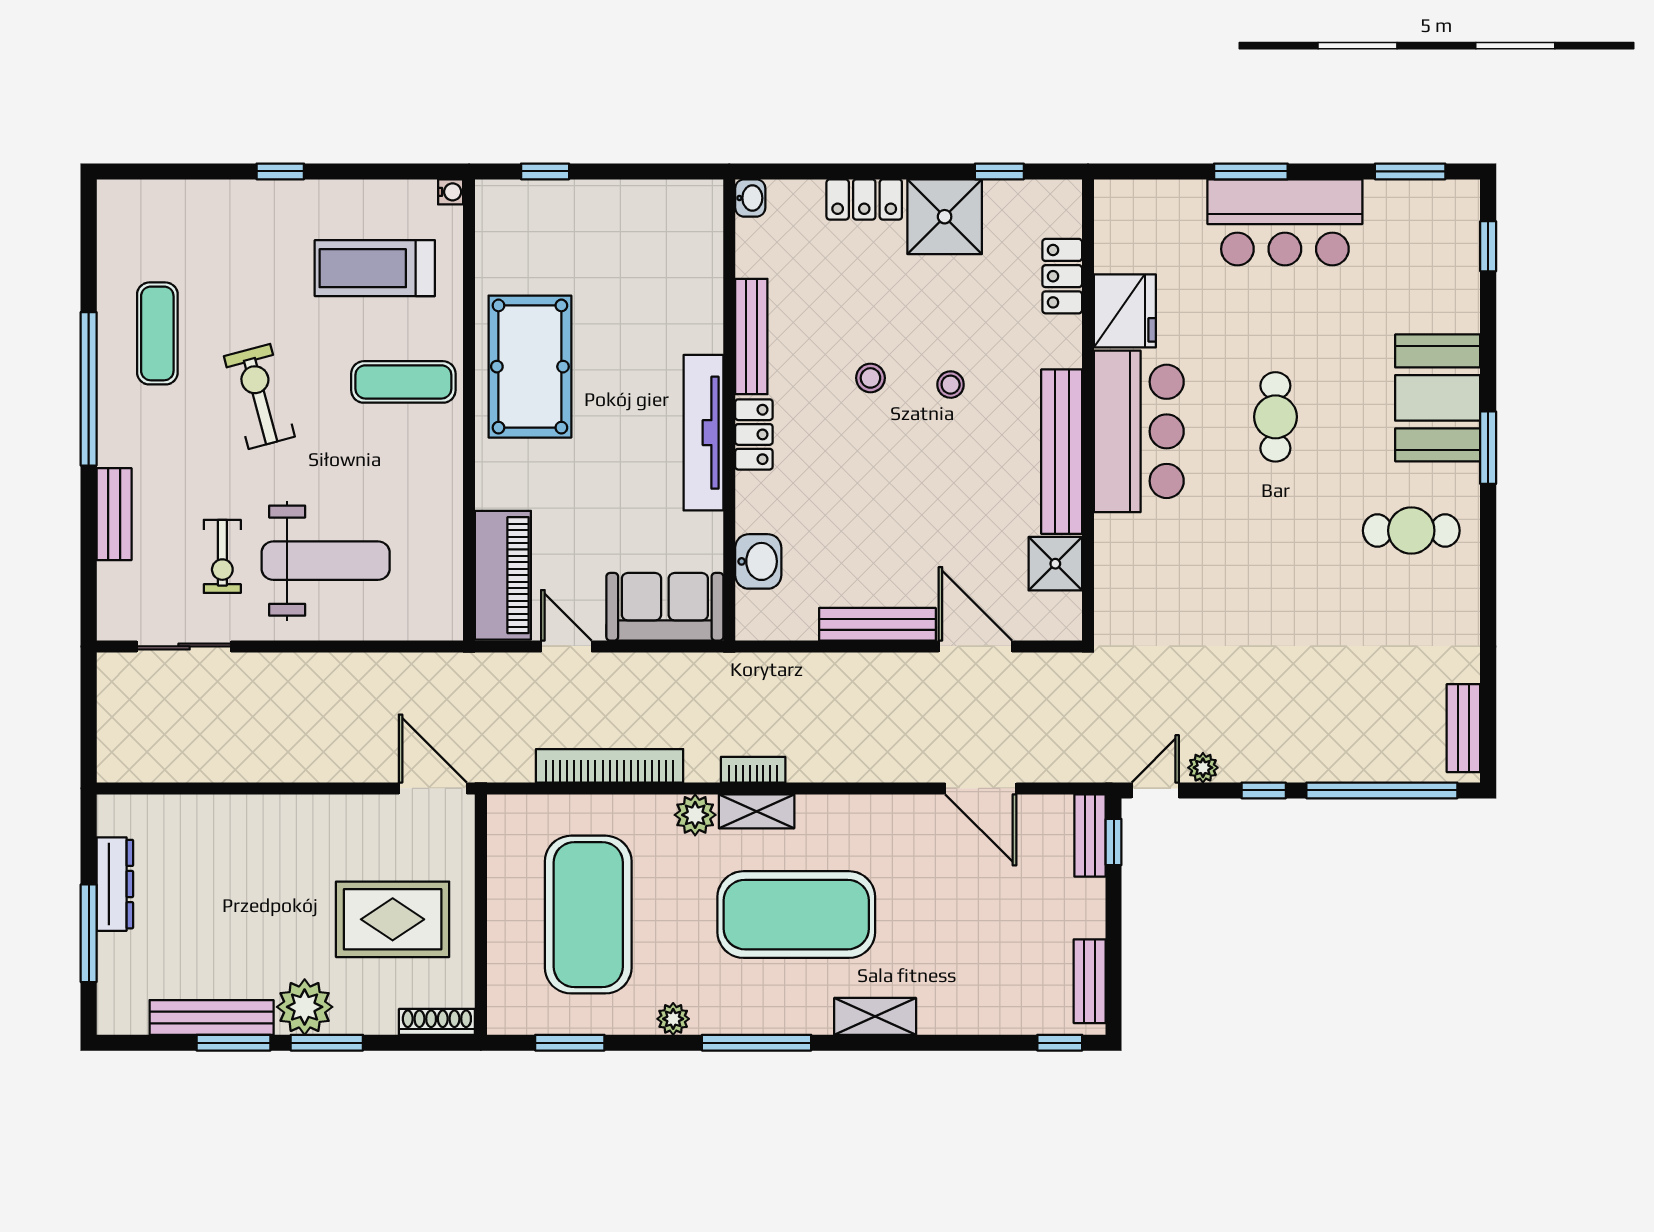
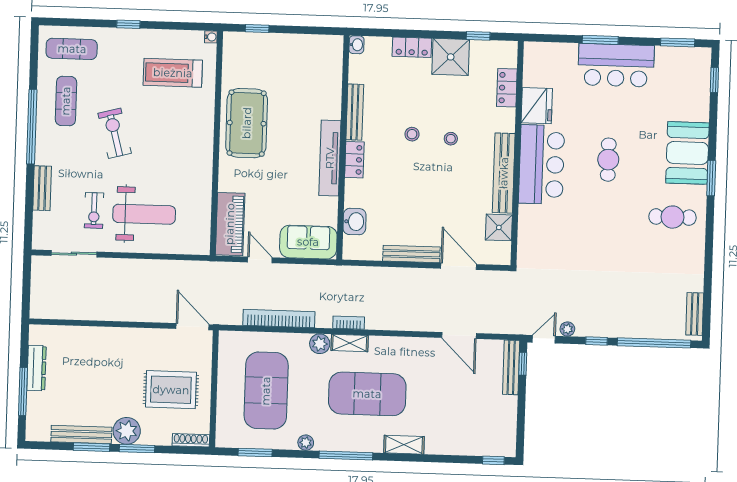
exercise mat: (403, 382) -> (72, 49), moved
bench: (1090, 835) -> (511, 367), width x1.36
bench: (1090, 981) -> (509, 431), removed

